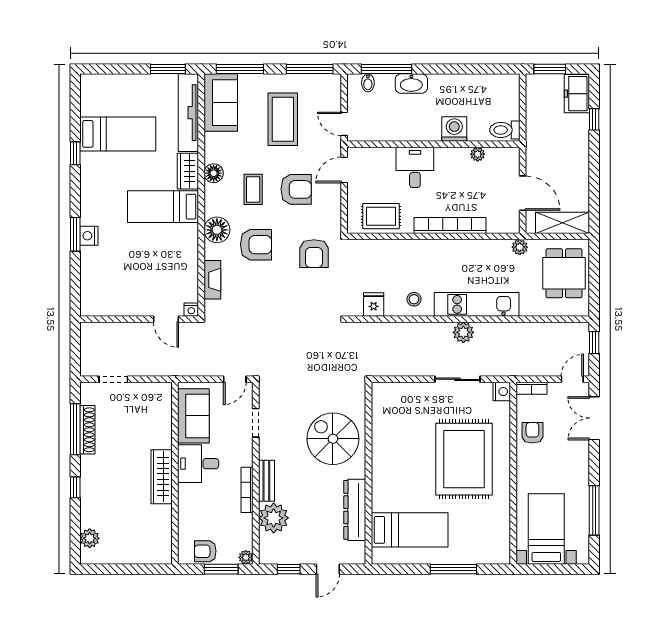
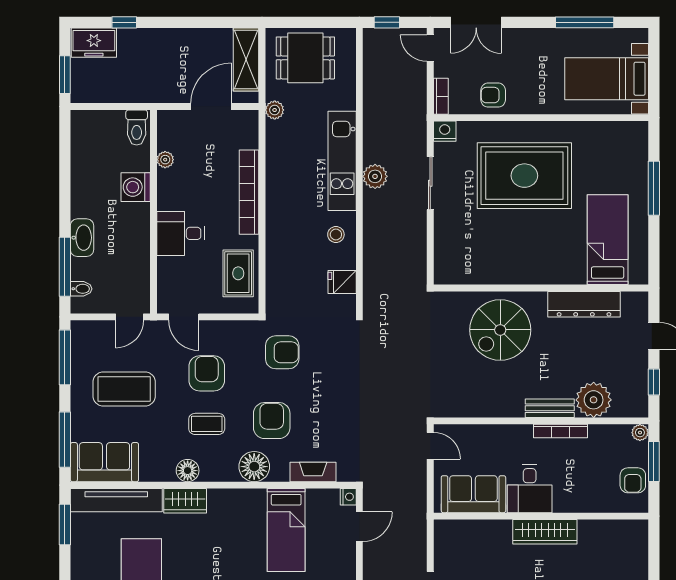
bed: (163, 207) -> (286, 530), moved
doorway: (256, 423) -> (481, 421), removed

